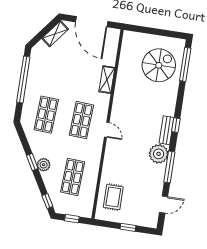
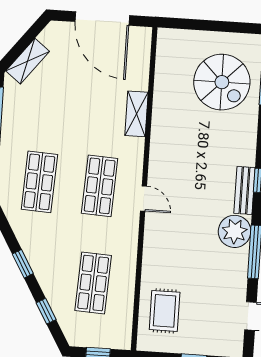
shelving: (55, 34) -> (28, 61), moved
spiral stairs: (159, 65) -> (222, 82), turned 90
plant: (44, 165) -> (42, 267), removed
window: (47, 201) -> (46, 311), moved

